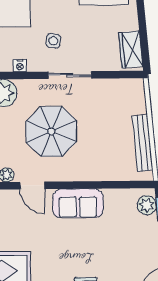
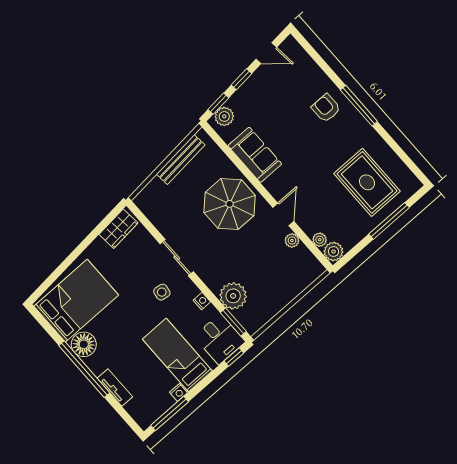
parasol: (51, 131) -> (230, 204), moved
sofa: (78, 203) -> (255, 155), moved

